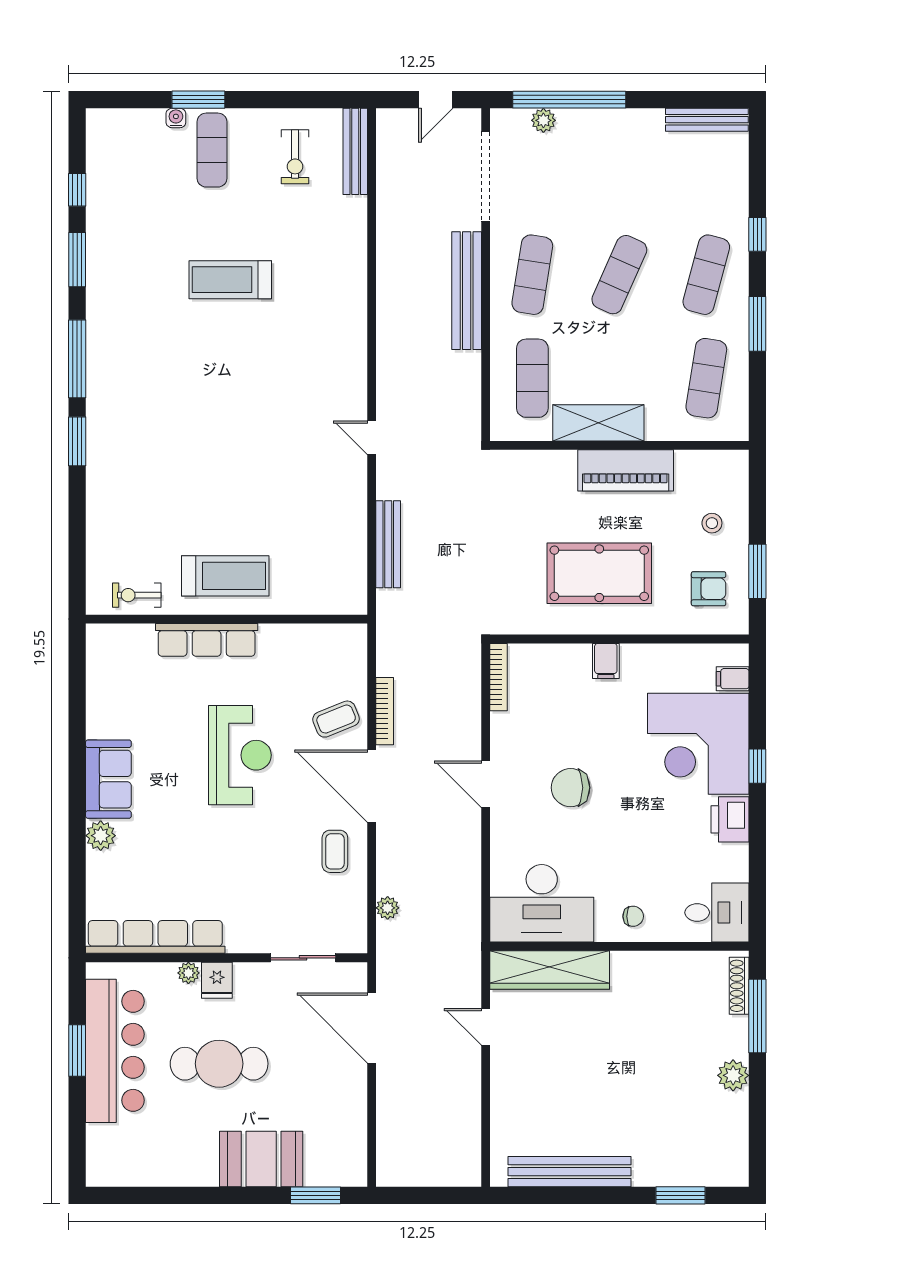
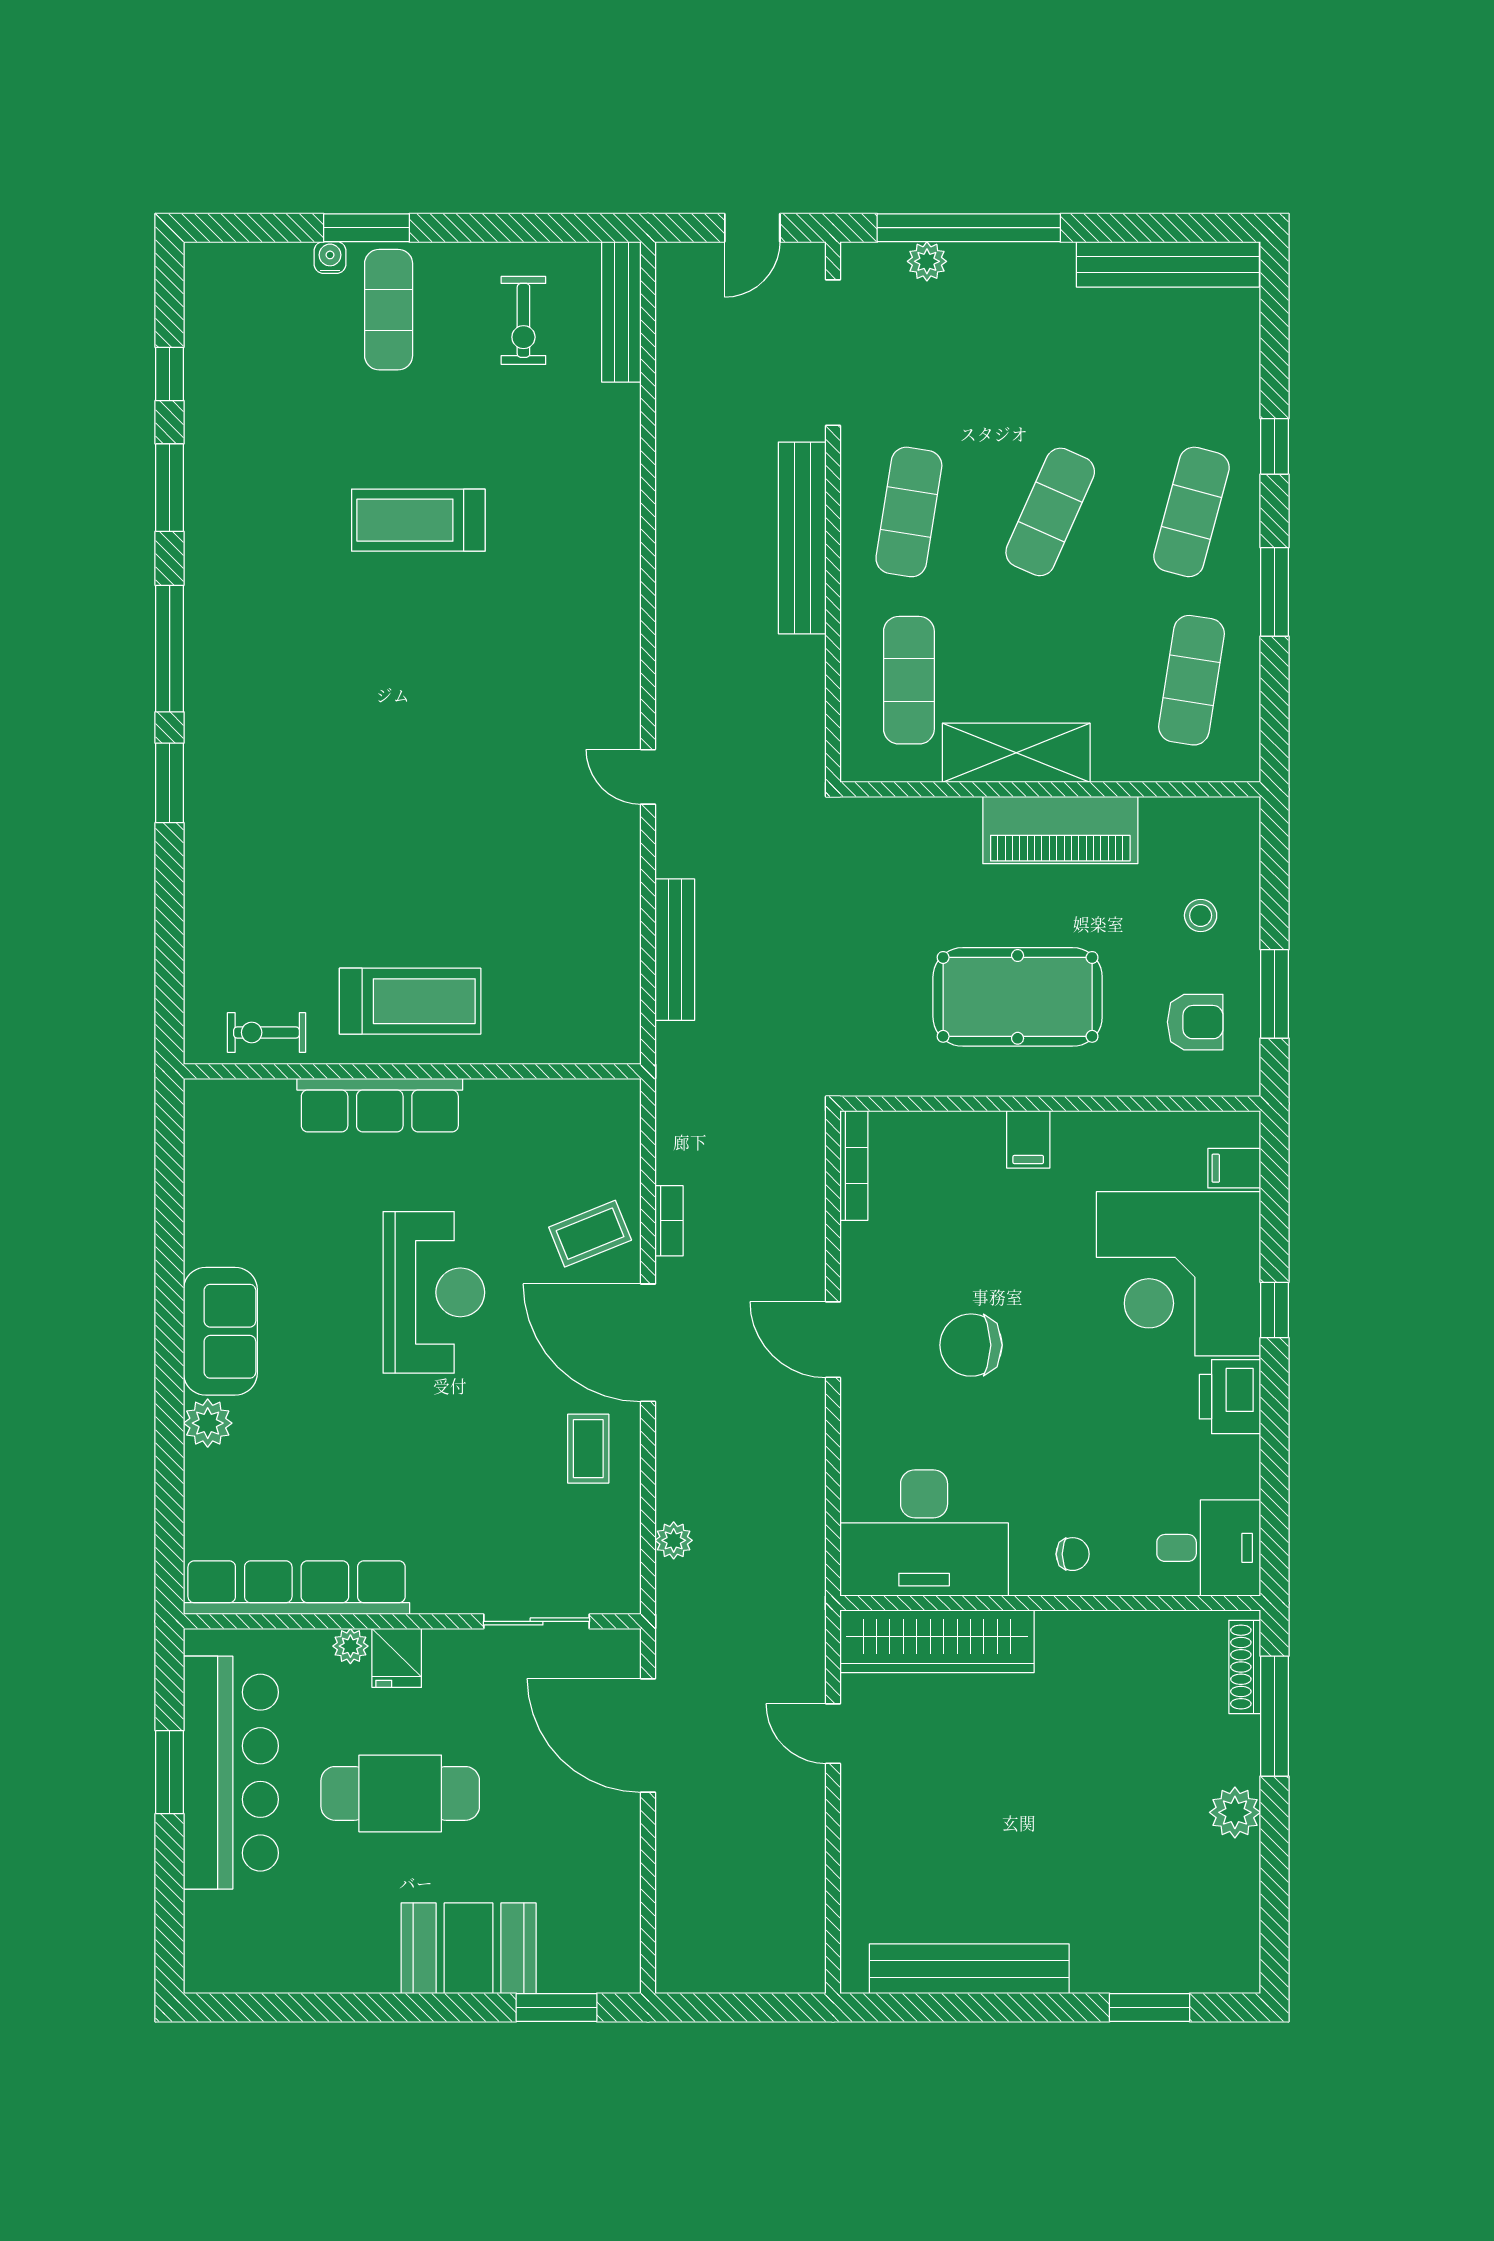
bench: (707, 120) -> (1168, 264), width x1.37, depth x1.21
bookcase: (385, 711) -> (669, 1221), width x0.64

